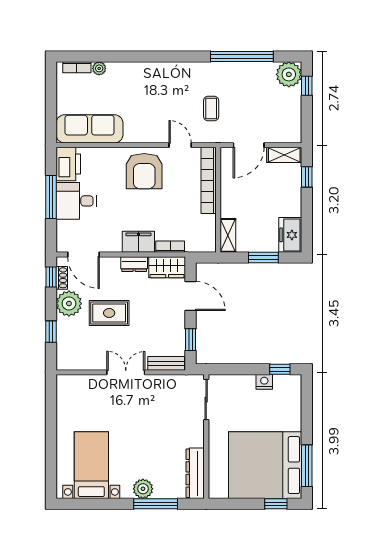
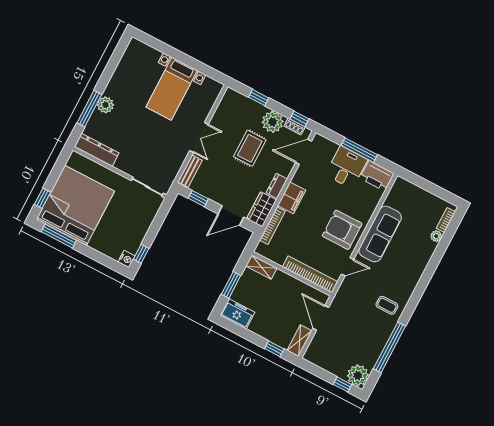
coffee table: (211, 108) -> (387, 305), moved
sofa: (90, 129) -> (380, 234), moved
bookcase: (170, 247) -> (272, 226), width x1.56
nightstand: (264, 382) -> (126, 259), moved
bed with nightstands: (91, 465) -> (172, 89), moved, turned 90

